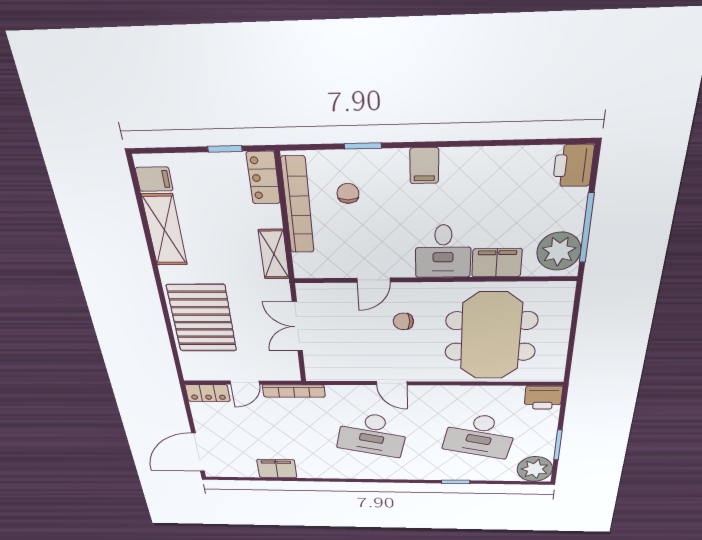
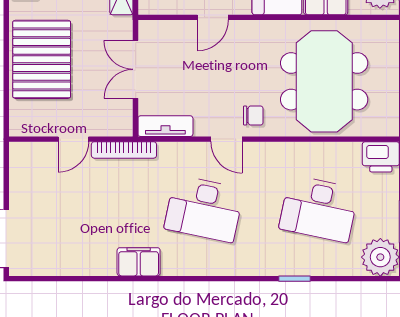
chair: (403, 321) -> (253, 115), moved, turned 180
tv unit: (332, 373) -> (165, 126), added
locker: (208, 393) -> (32, 153), removed
filing cabinet: (277, 469) -> (139, 262), moved

